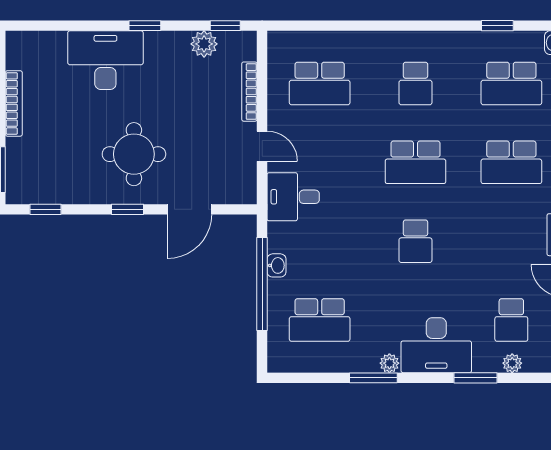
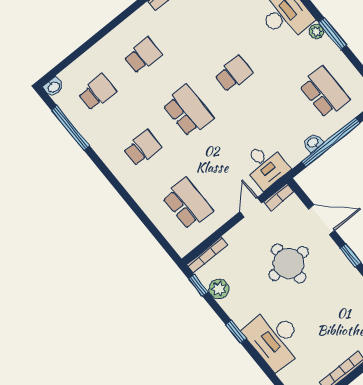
window: (497, 26) -> (70, 128), width x2.17
school desk: (511, 83) -> (97, 92), width x0.54
bookcase: (249, 92) -> (207, 255), moved
round table: (134, 154) -> (289, 264), moved
school desk: (511, 162) -> (143, 55), width x0.54
bookcase: (249, 184) -> (279, 197), added

